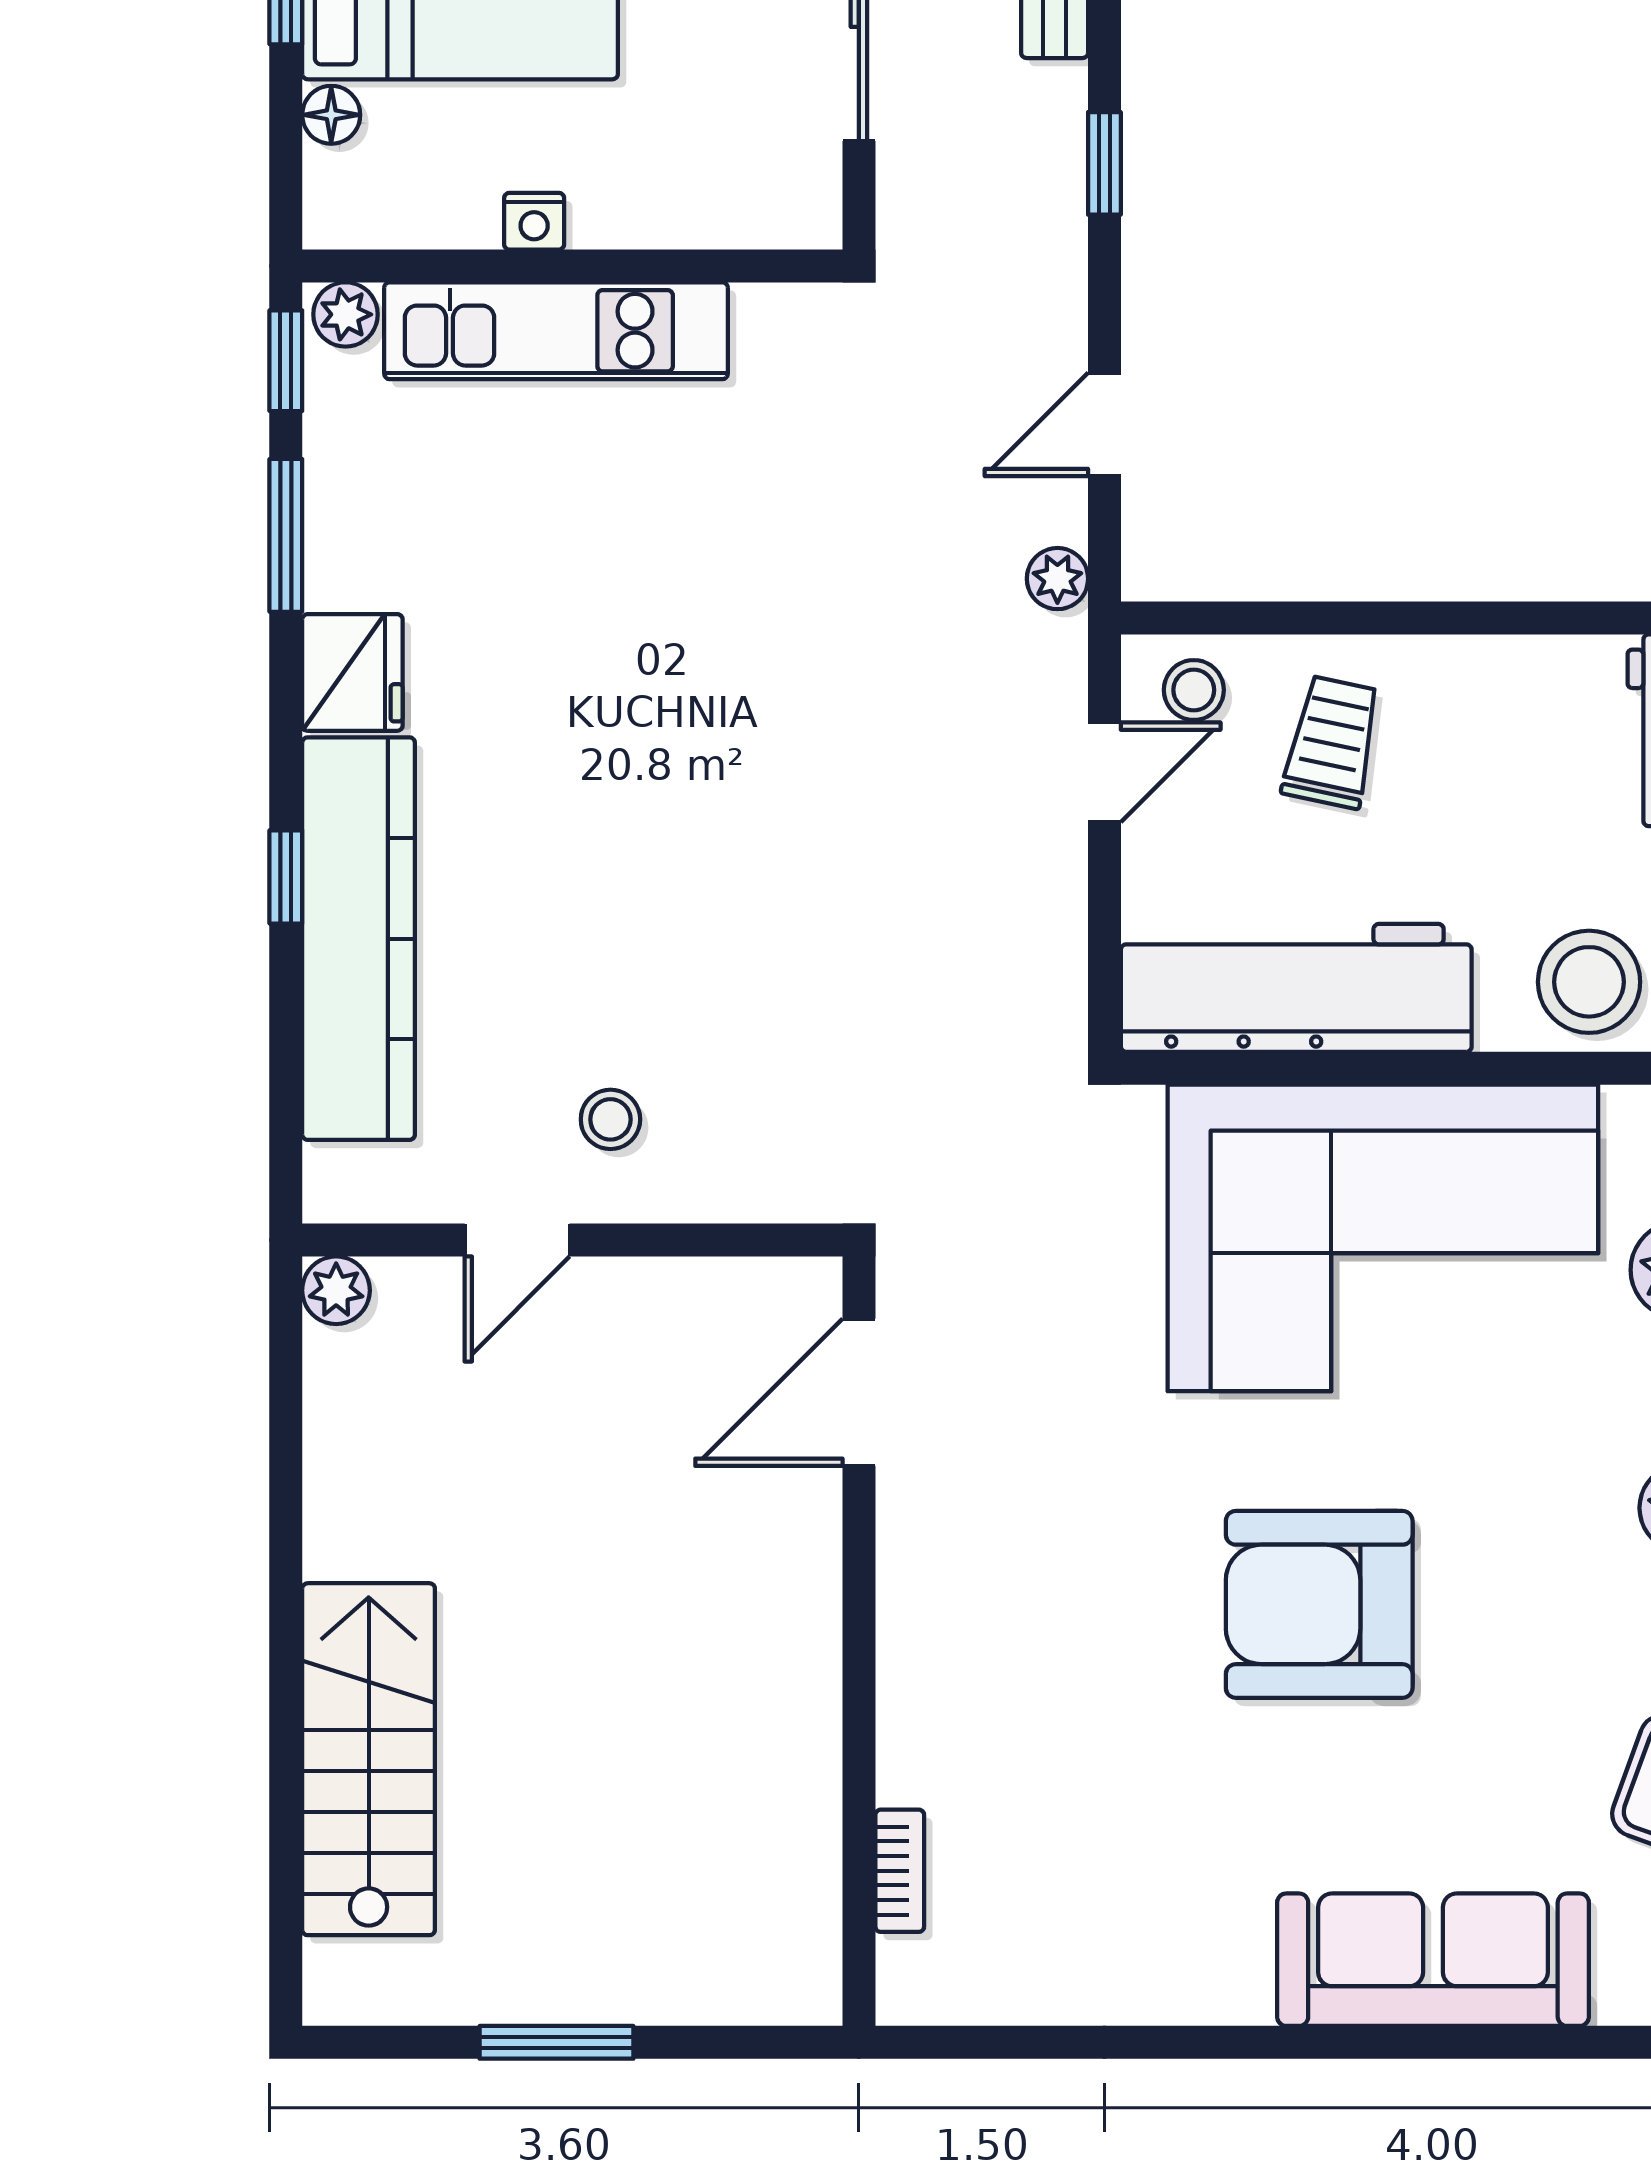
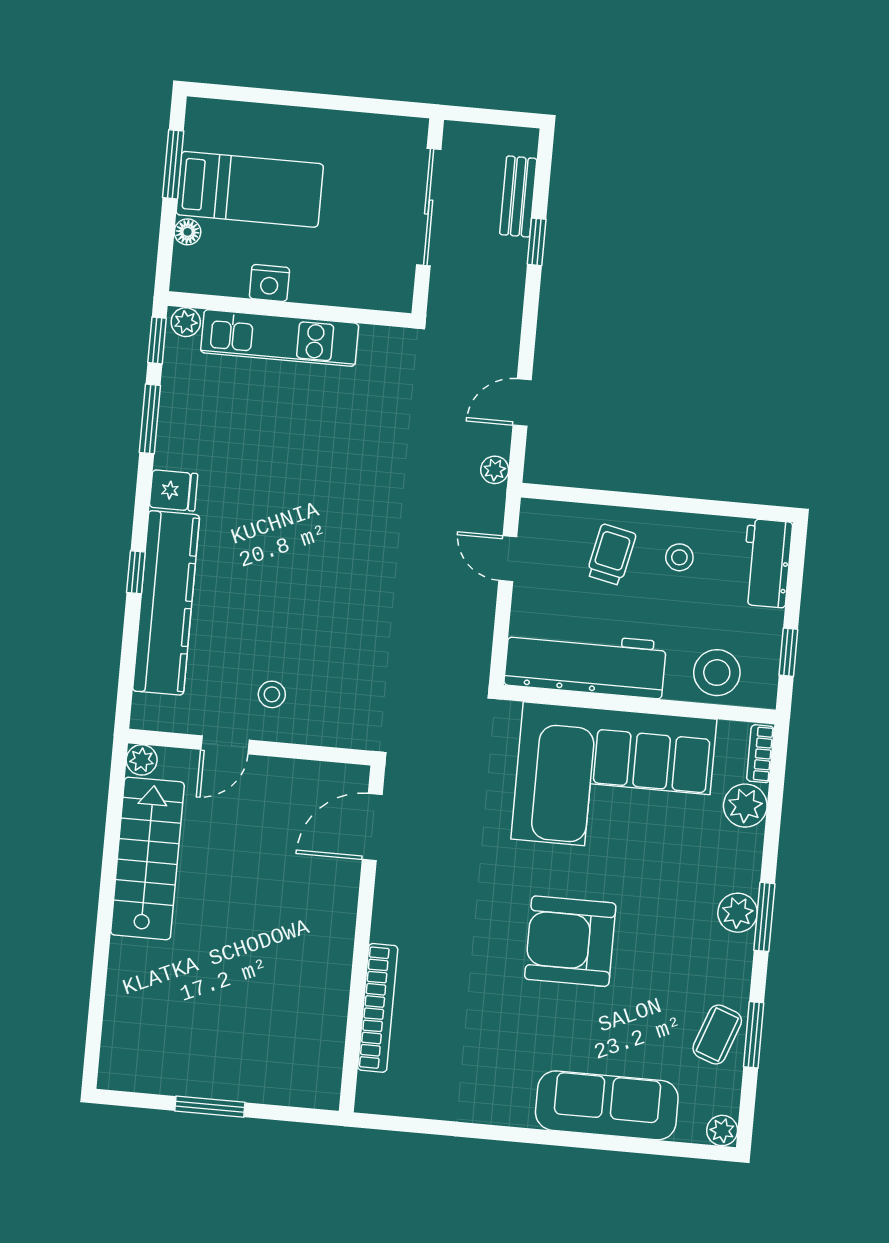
window: (1104, 163) -> (537, 242), moved
nightstand: (534, 221) -> (269, 283), width x1.39, depth x1.35
fridge: (352, 672) -> (174, 490), width x0.72
stool: (1194, 690) -> (679, 557), moved
door: (1104, 772) -> (508, 559), swing flipped
stairs: (369, 1759) -> (147, 858), moved
bookcase: (900, 1871) -> (378, 1008), width x2.31, depth x1.31

